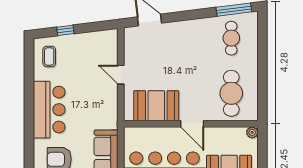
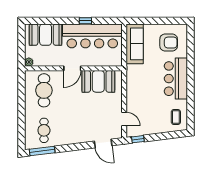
window: (65, 30) -> (138, 139), moved
door: (121, 75) -> (124, 119), moved
door: (192, 124) -> (72, 68), swing flipped

